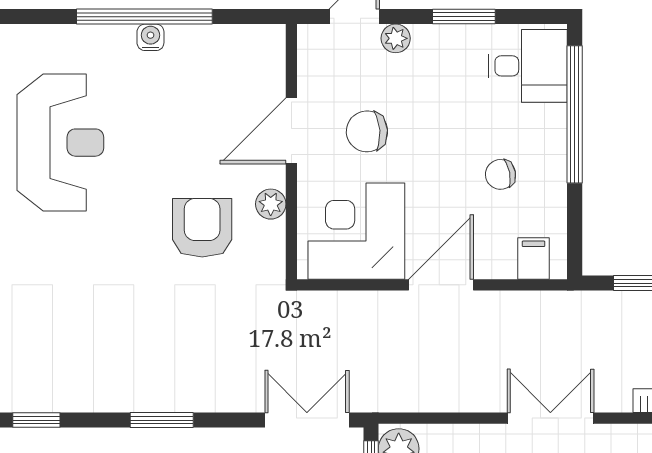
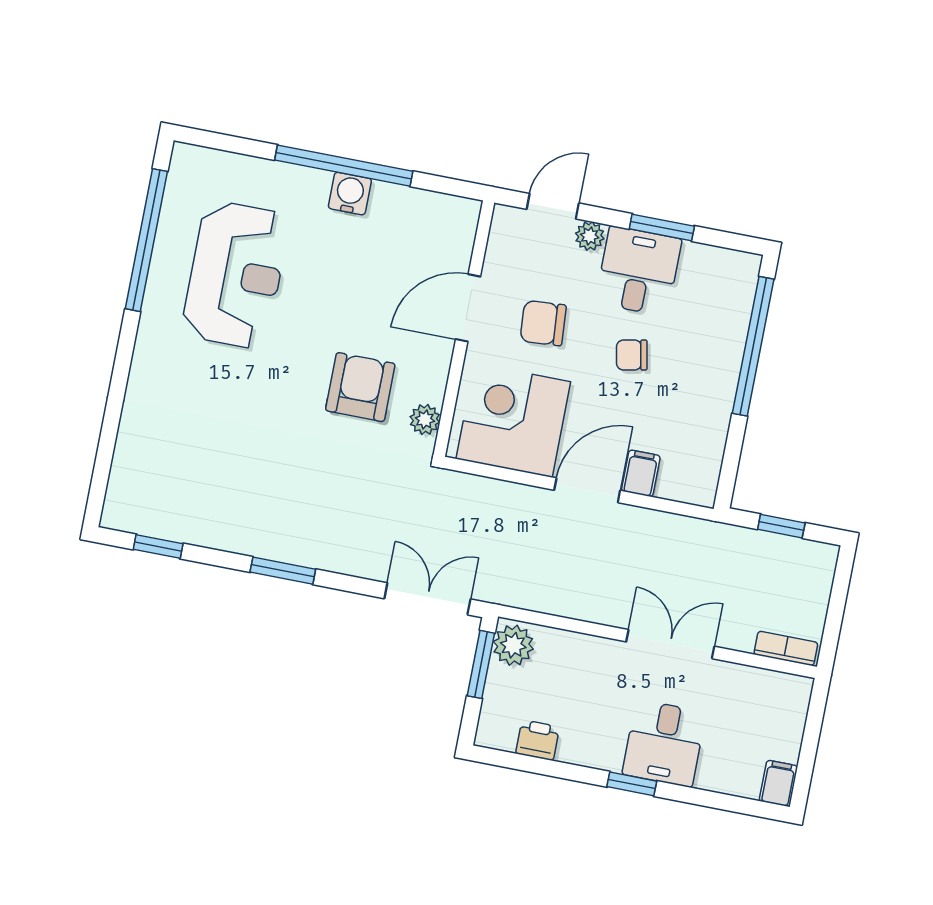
water cooler: (150, 37) -> (350, 194), width x1.38, depth x1.38
desk: (528, 66) -> (638, 271), moved, turned -90
chair: (501, 174) -> (632, 355), moved
plant: (271, 204) -> (425, 420), moved
filing cabinet: (534, 258) -> (641, 473), moved

